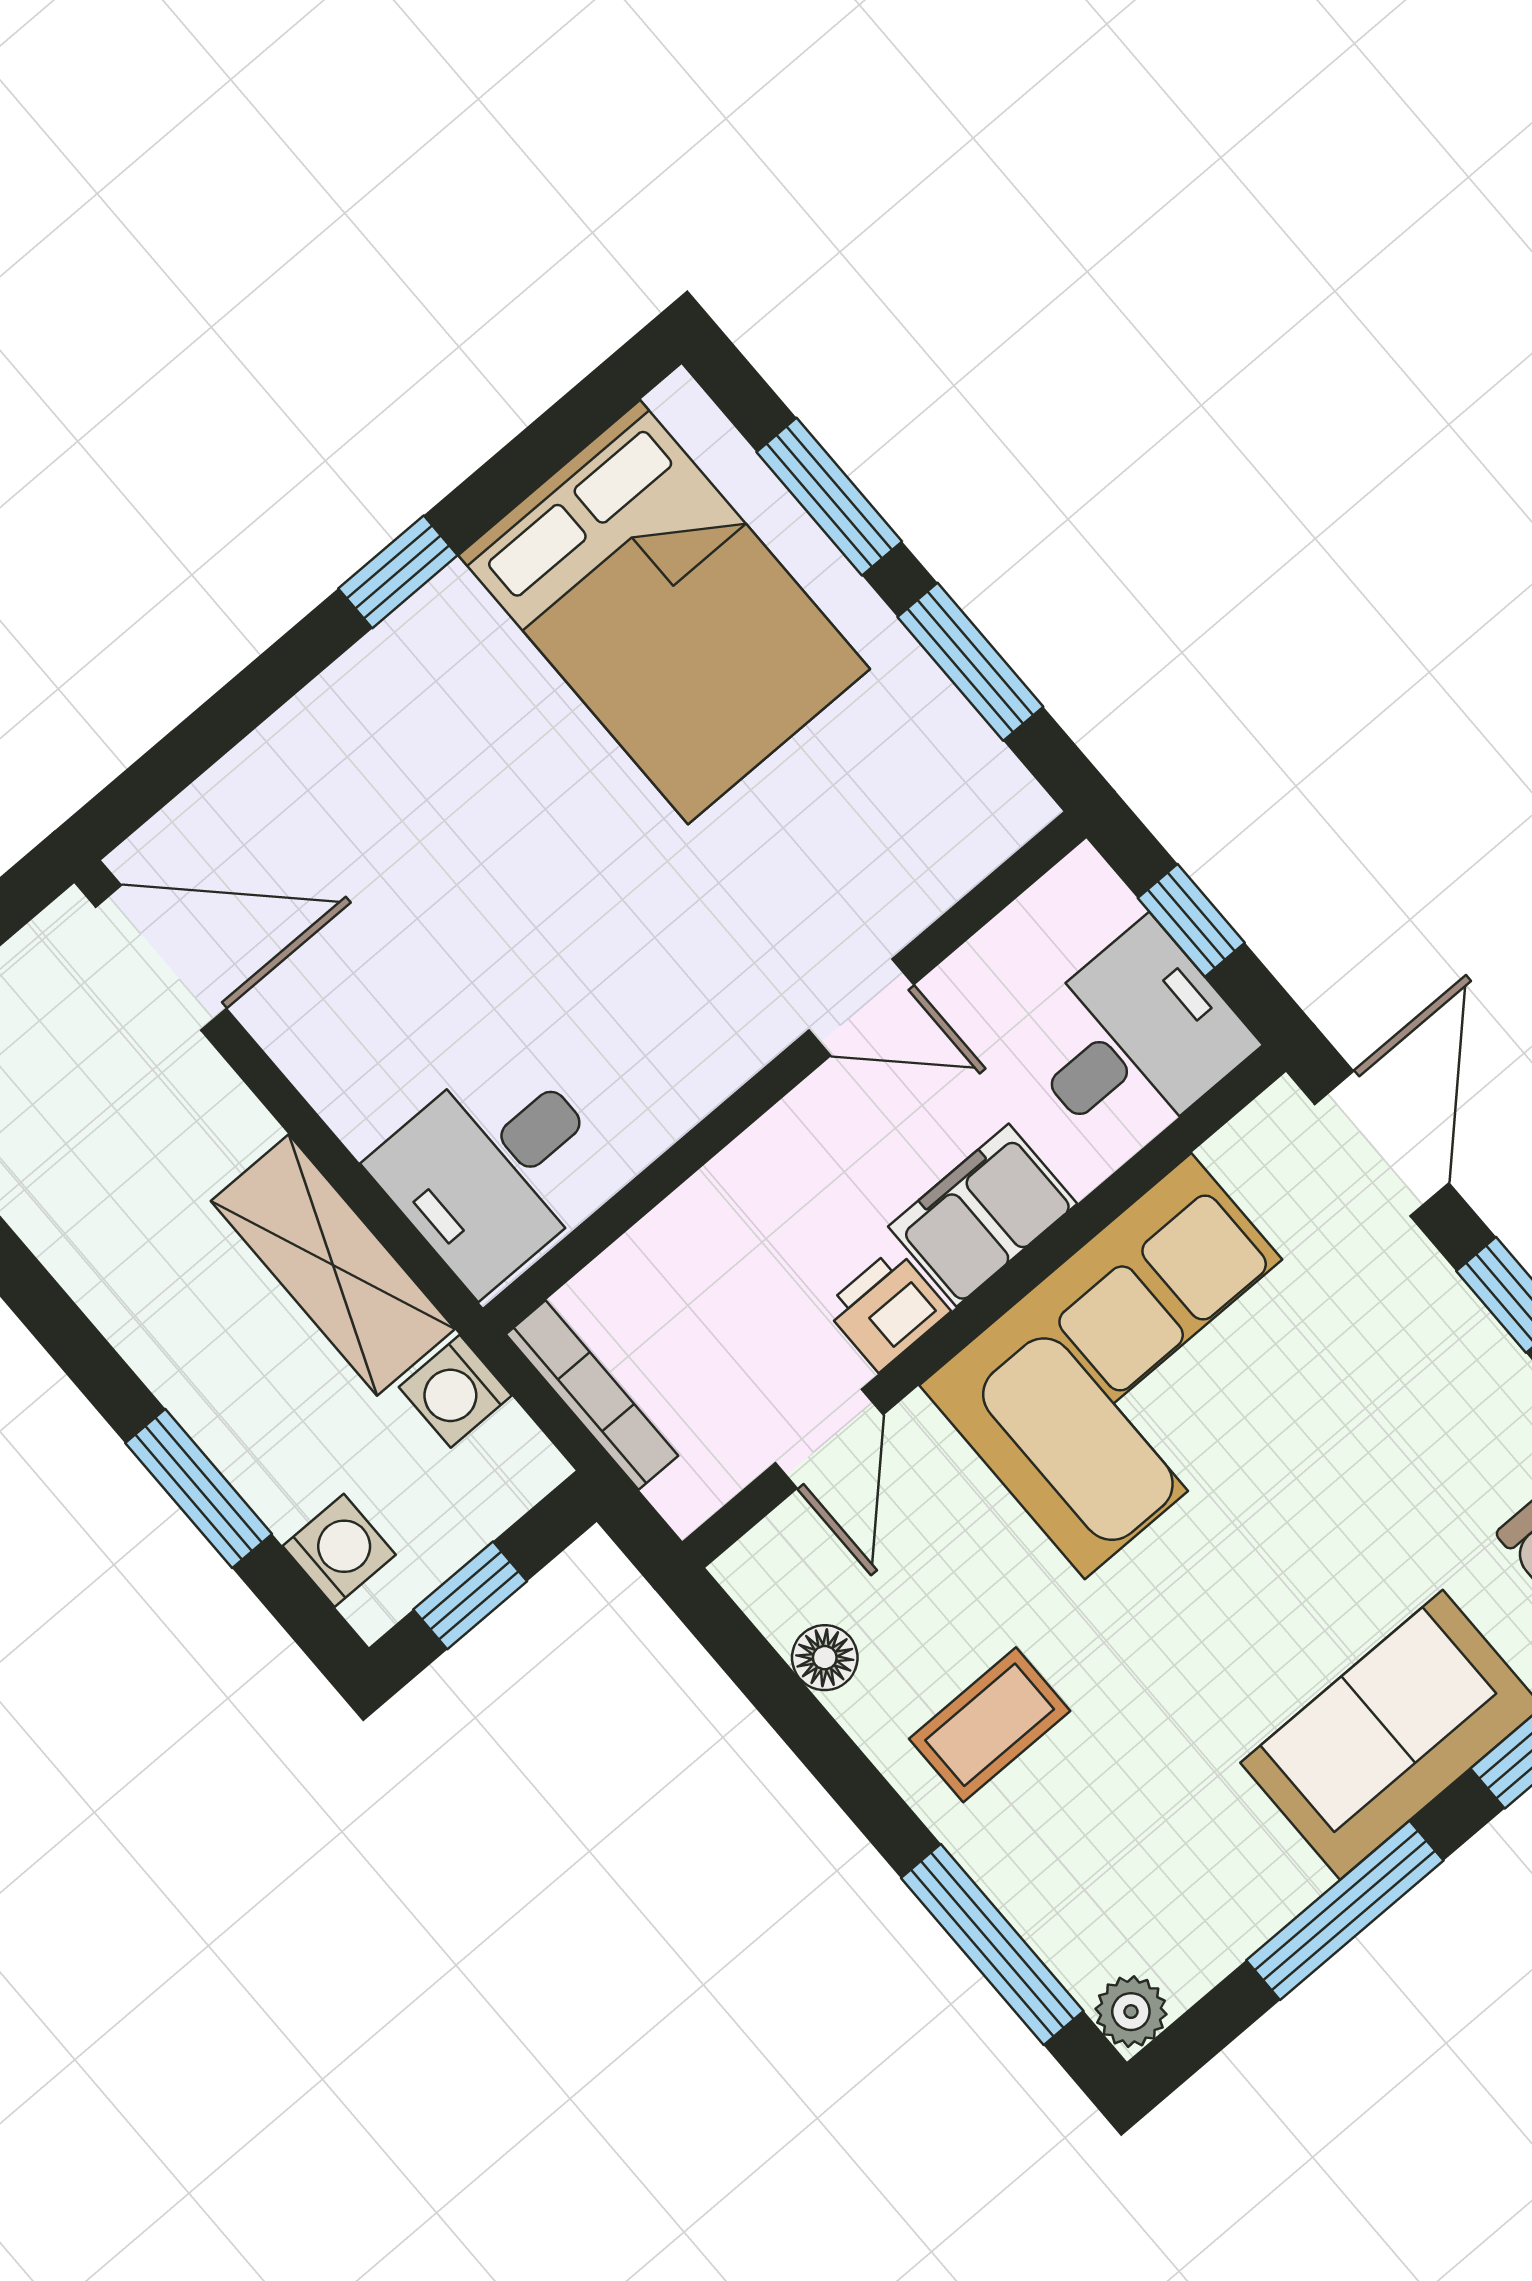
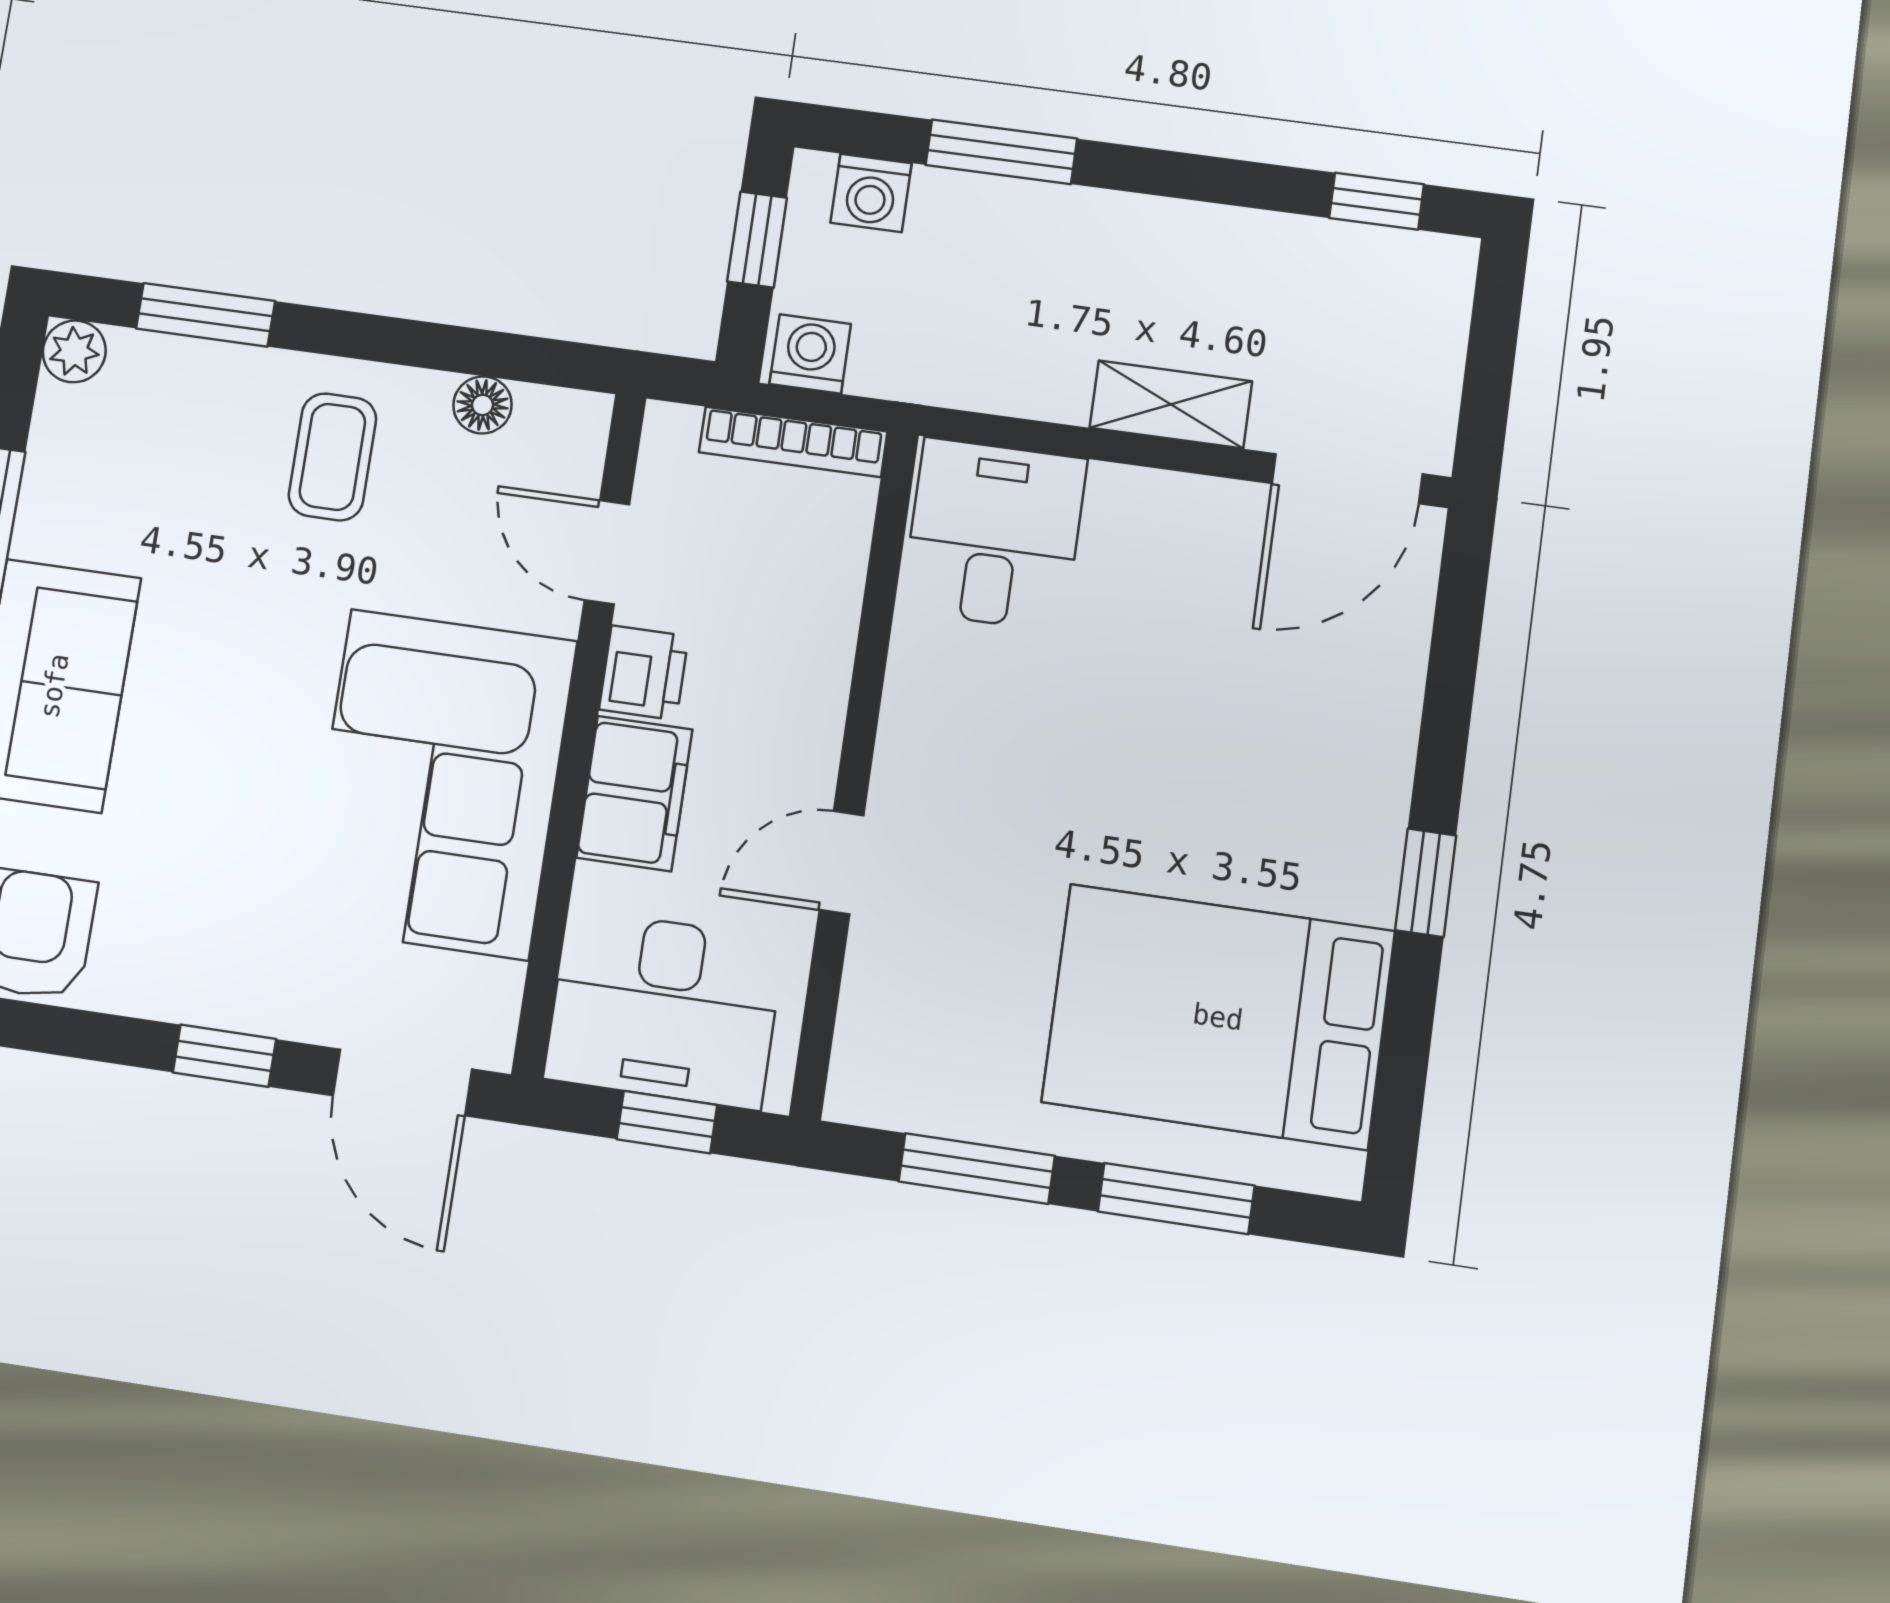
desk: (1134, 1040) -> (664, 1009), width x1.37
shelving: (333, 1265) -> (1171, 404), moved, width x0.67, depth x0.75
washing machine: (455, 1391) -> (810, 354), moved
window: (992, 1945) -> (205, 315), width x0.69

